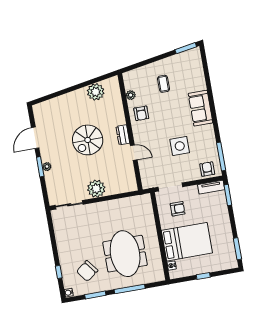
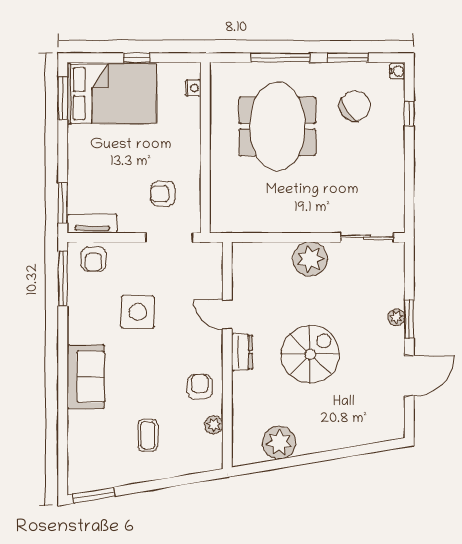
bed: (187, 242) -> (112, 94), moved, turned 180

